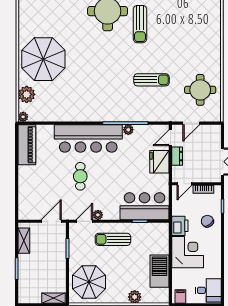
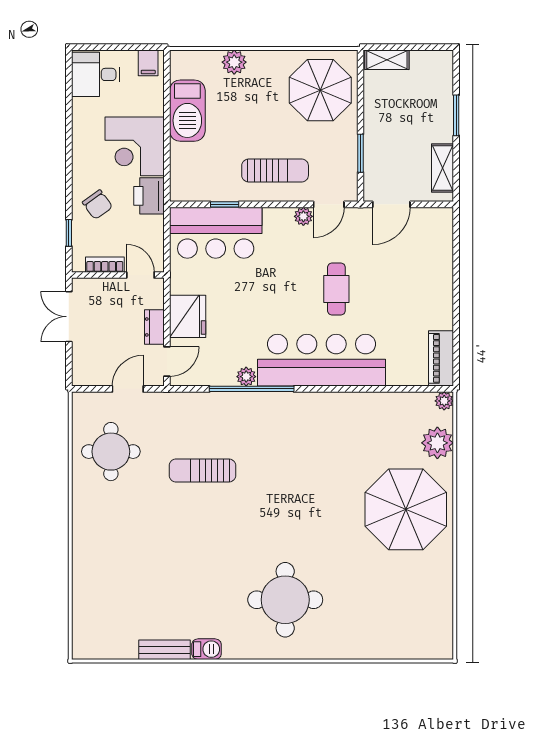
sun lounger: (140, 24) -> (224, 575), removed
piano: (27, 145) -> (441, 358), width x0.73, depth x0.75
door: (184, 184) -> (140, 275), hinge flipped

